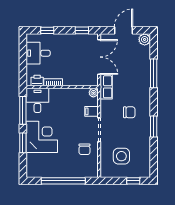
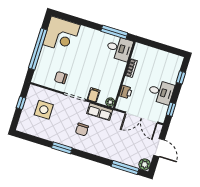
desk: (38, 53) -> (161, 92), moved, turned 90
window: (154, 73) -> (125, 168), moved
printer: (37, 81) -> (126, 92), moved
row of seats: (106, 87) -> (100, 112), moved
corner desk: (42, 137) -> (61, 35), moved
window: (23, 143) -> (84, 23), removed
window: (133, 181) -> (21, 103), moved

